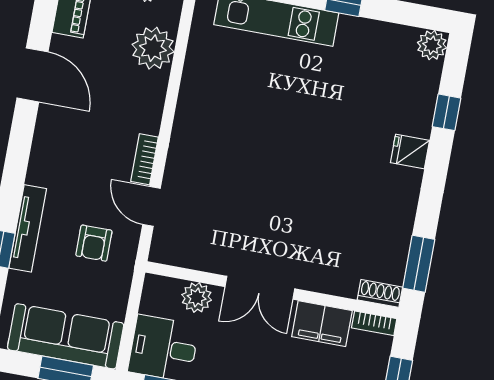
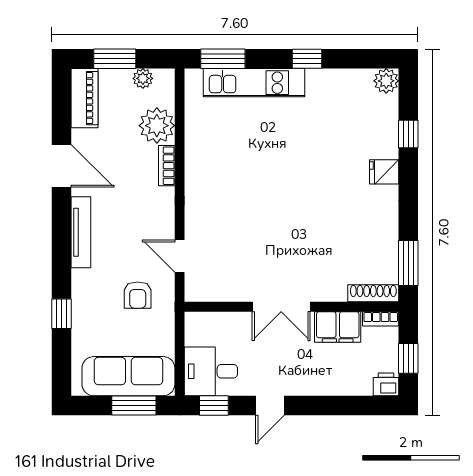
bookcase: (145, 159) -> (167, 166), moved
tv unit: (28, 228) -> (81, 232), moved
shoe rack: (380, 293) -> (373, 293), width x1.43
plant: (197, 297) -> (230, 324), removed

